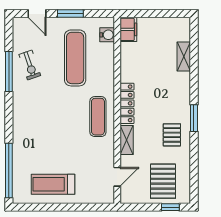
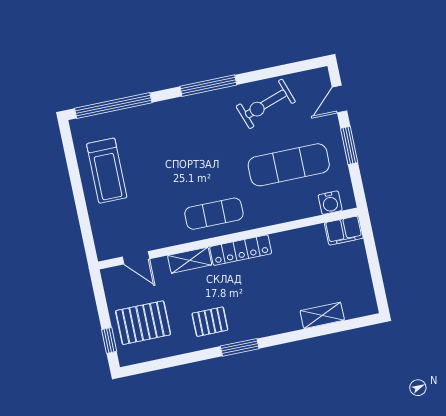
exercise bike: (30, 65) -> (266, 104), width x1.38, depth x1.39
window: (9, 72) -> (208, 86), moved
treadmill: (53, 184) -> (107, 171), turned 180

